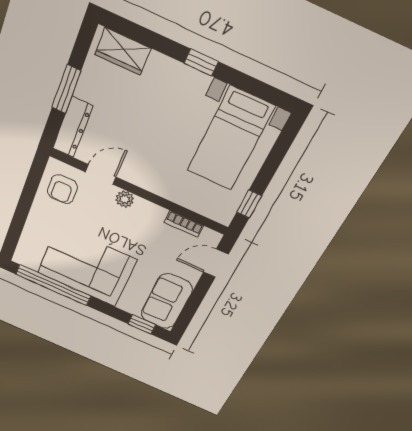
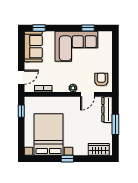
bed with nightstands: (230, 139) -> (48, 134), width x1.36
window: (53, 285) -> (88, 28), width x0.32

